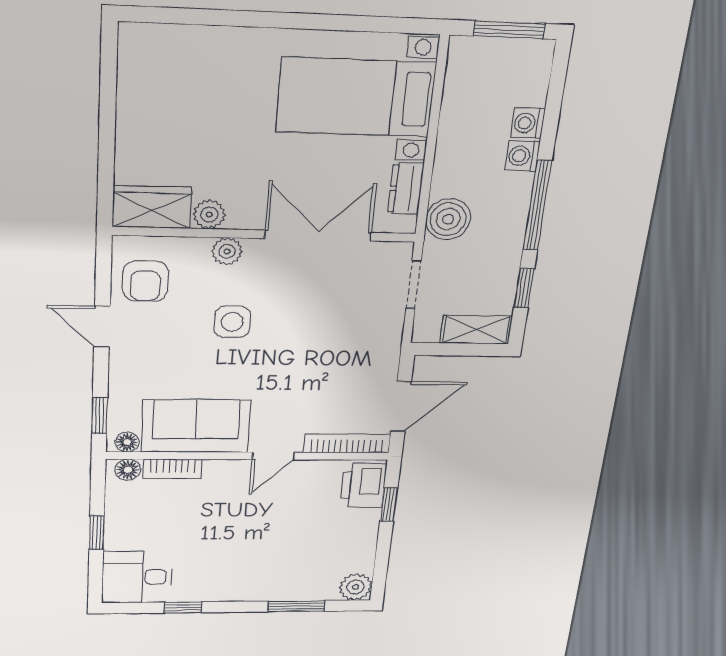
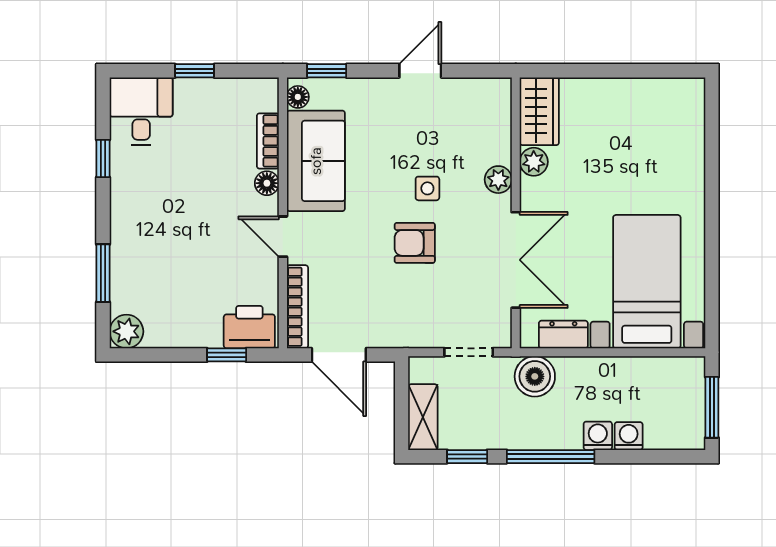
armchair: (145, 281) -> (415, 243), moved
side table: (232, 322) -> (427, 188), width x0.73, depth x0.73
floor lamp: (128, 470) -> (267, 183), moved

